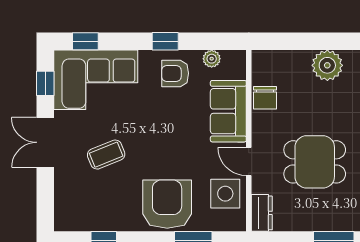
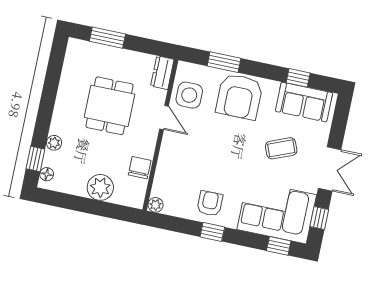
plant: (212, 59) -> (156, 205), moved
plant: (327, 65) -> (100, 187), moved
armchair: (175, 73) -> (210, 203), turned -90
sofa: (228, 111) -> (304, 102), moved, turned 90
dining table: (315, 162) -> (110, 106), turned 90

